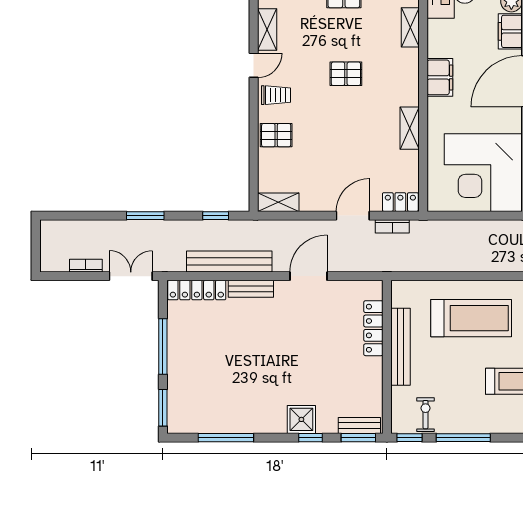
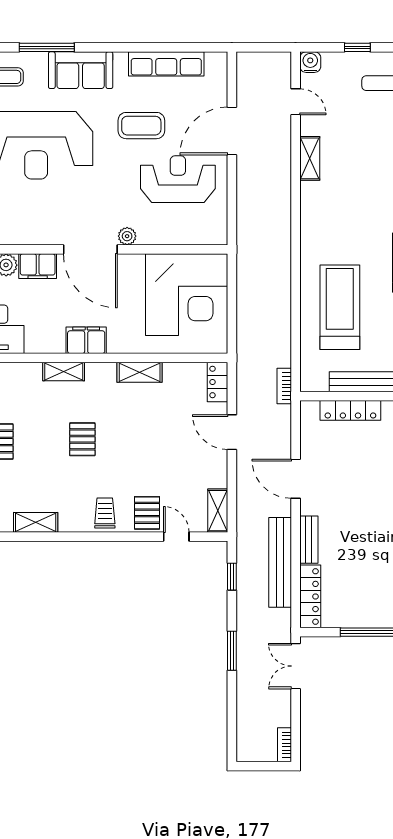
shelving: (410, 27) -> (64, 371), moved
door: (254, 65) -> (176, 537), moved
bookcase: (392, 226) -> (284, 386), moved, turned 180
bookcase: (86, 266) -> (284, 745), moved

